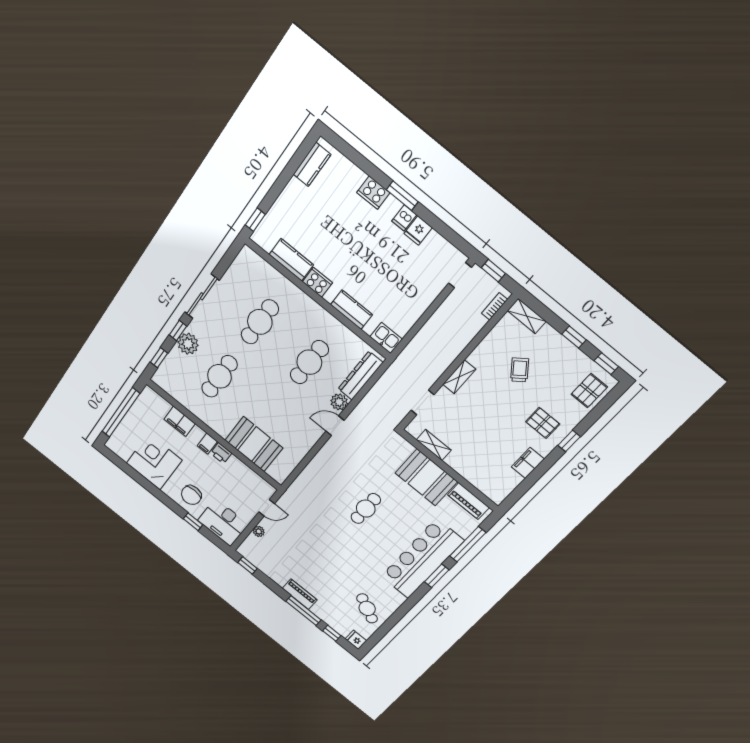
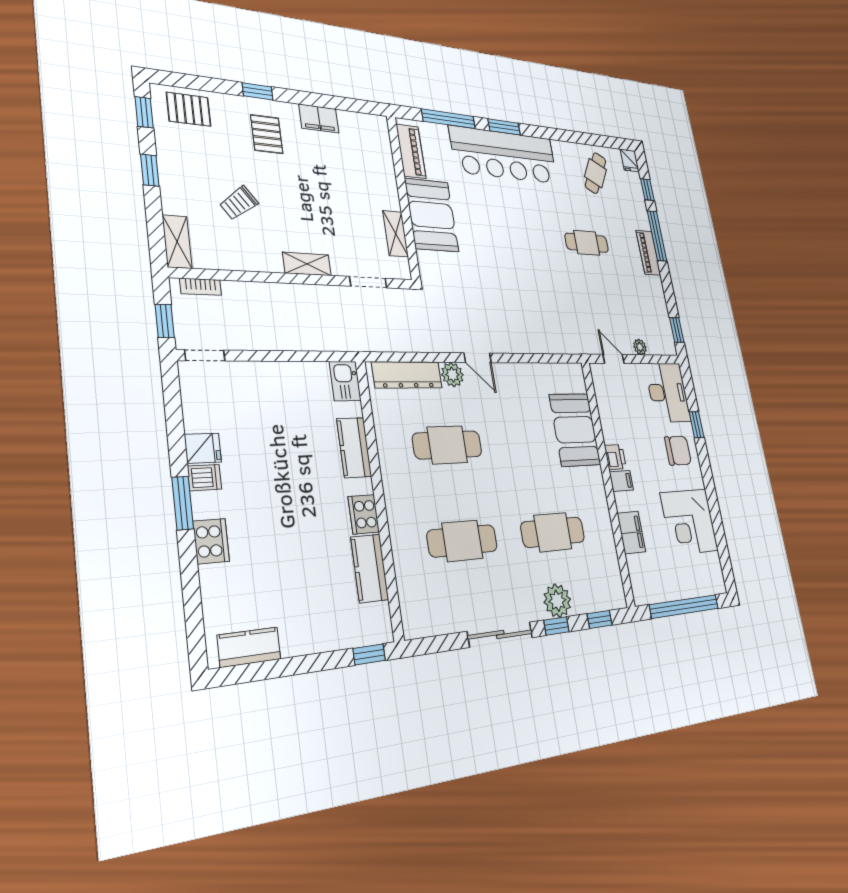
cafe table: (366, 509) -> (587, 243), moved

